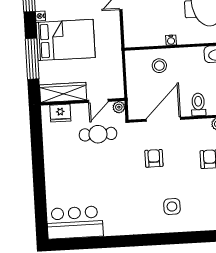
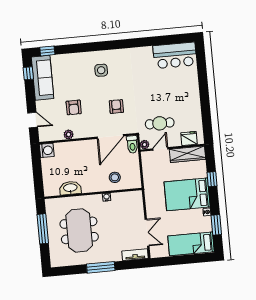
window: (32, 59) -> (212, 179), width x0.46
toilet: (198, 104) -> (132, 144), moved
armchair: (154, 158) -> (116, 106), turned 180

